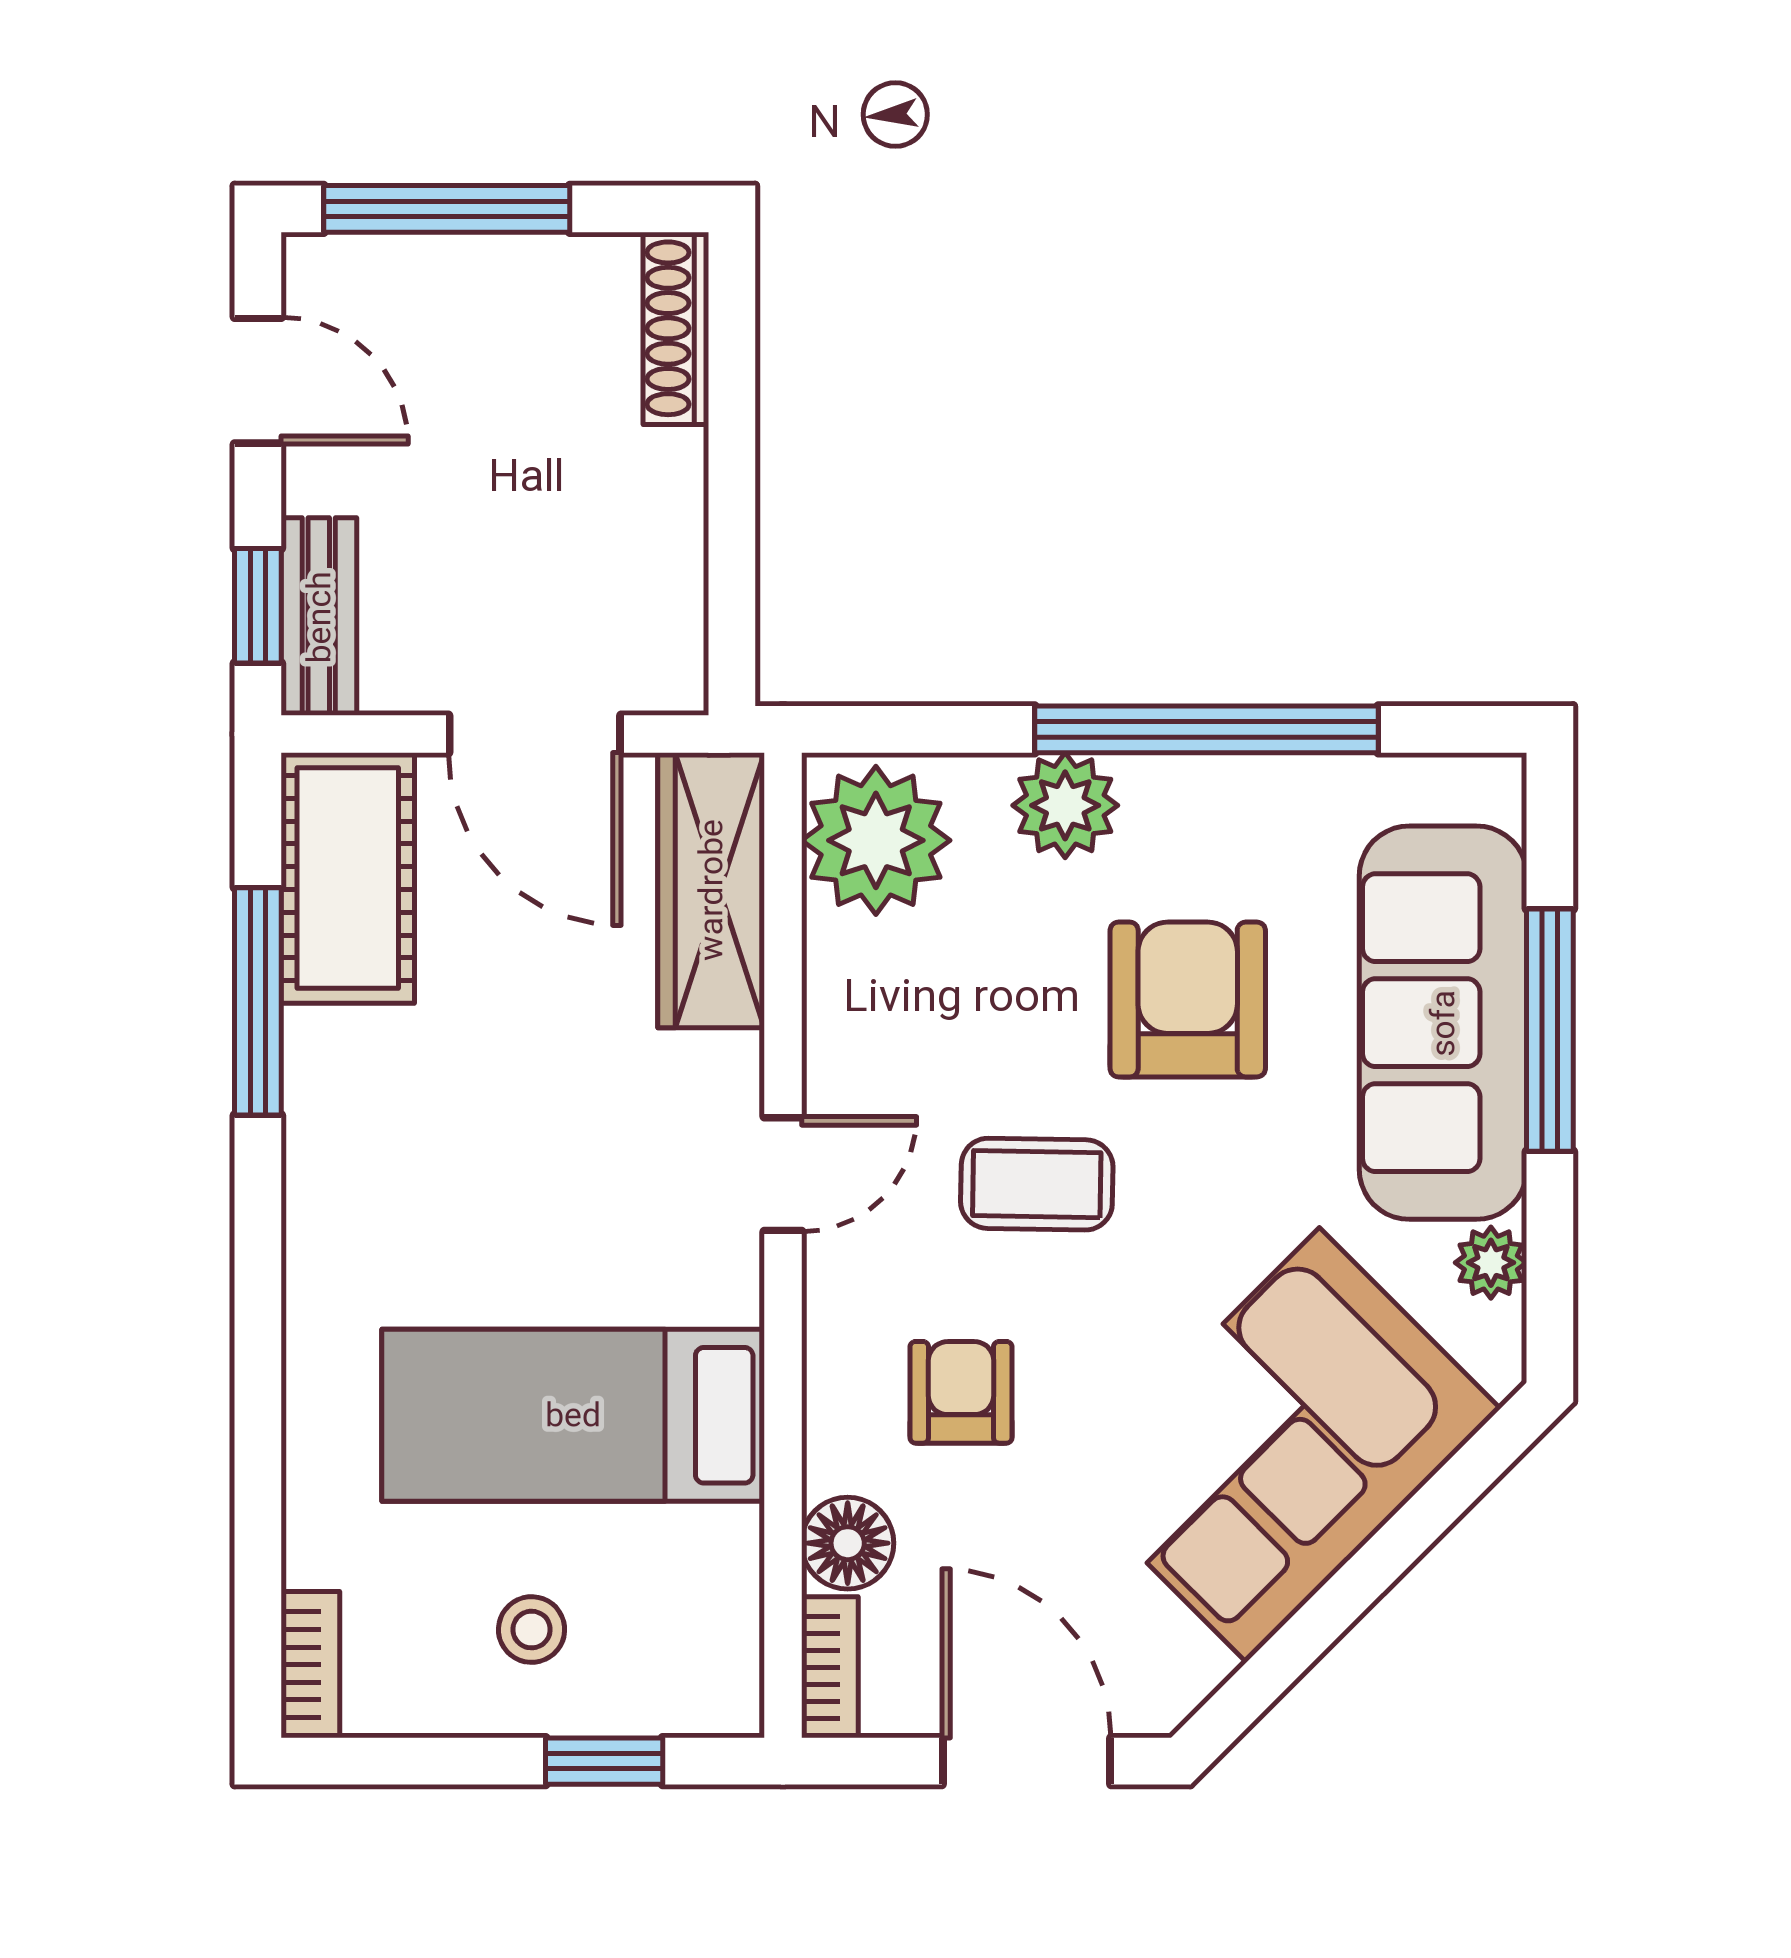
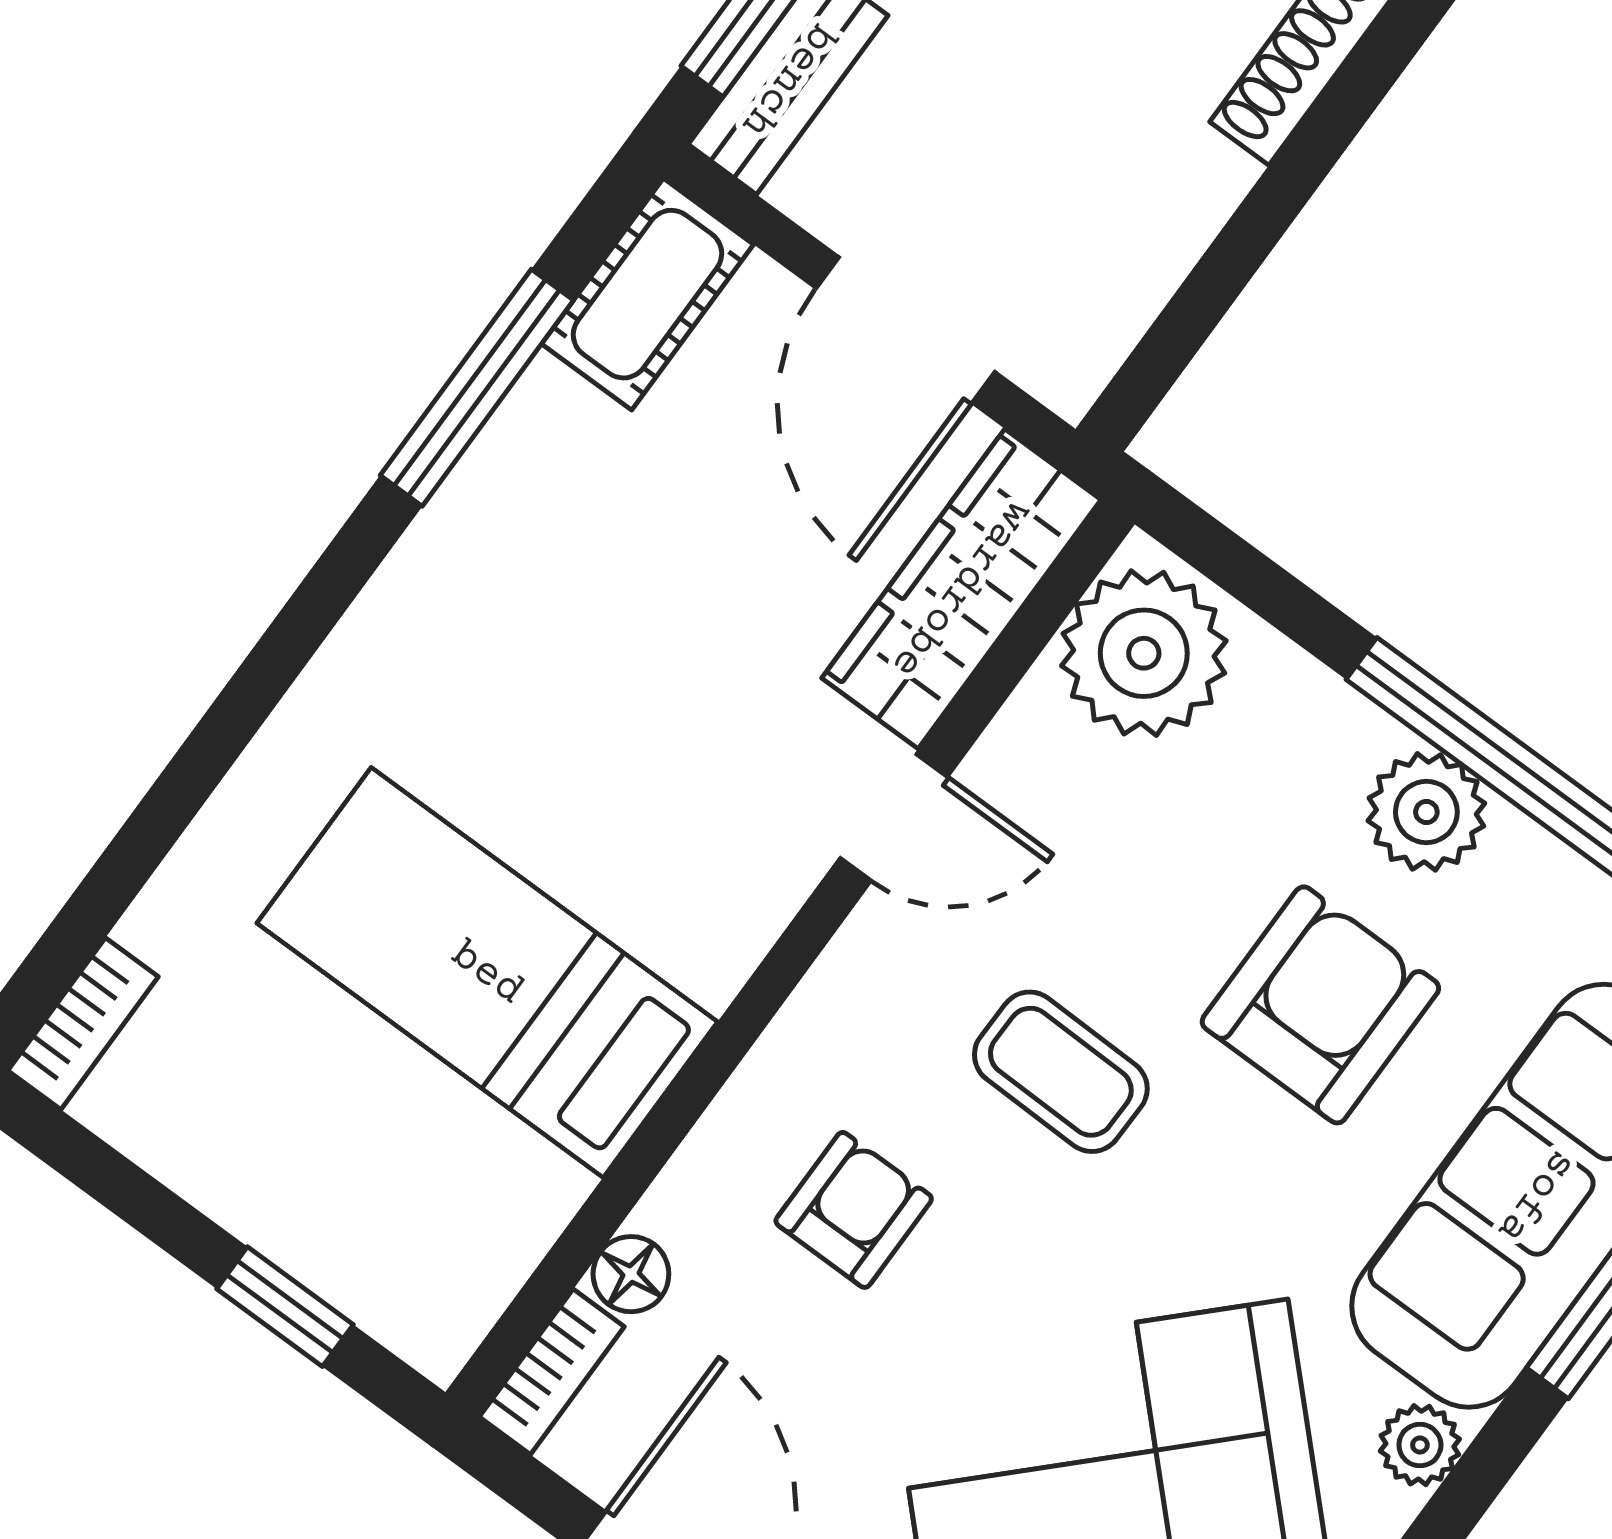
plant: (1065, 805) -> (1426, 812), moved
cot: (348, 878) -> (647, 294), width x0.73, depth x0.75
door: (783, 1174) -> (894, 817), moved
floor lamp: (848, 1543) -> (631, 1274), width x0.73, depth x0.73
stool: (532, 1630) -> (307, 1139), removed

